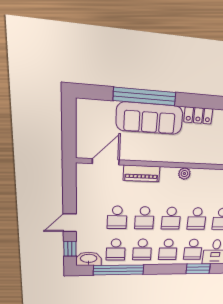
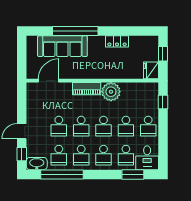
sofa: (150, 118) -> (62, 46), moved
piano: (141, 173) -> (87, 89), moved
plant: (184, 174) -> (111, 92), width x1.88, depth x1.88

